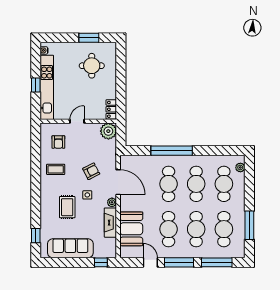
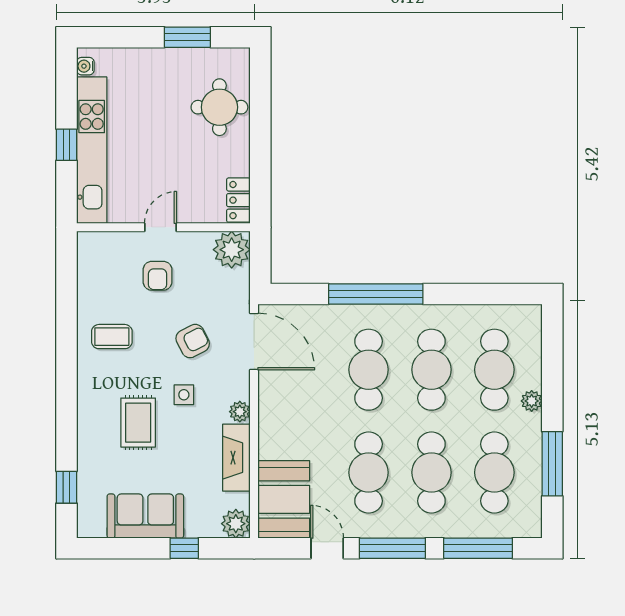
round table: (92, 66) -> (219, 107), moved
armchair: (58, 142) -> (158, 276), moved
plant: (240, 167) -> (532, 401), moved
door: (118, 182) -> (254, 342), moved
booth: (131, 229) -> (284, 499), moved
sofa: (70, 248) -> (145, 516), width x0.73
plant: (110, 252) -> (236, 524), added
window: (101, 262) -> (184, 548), moved

